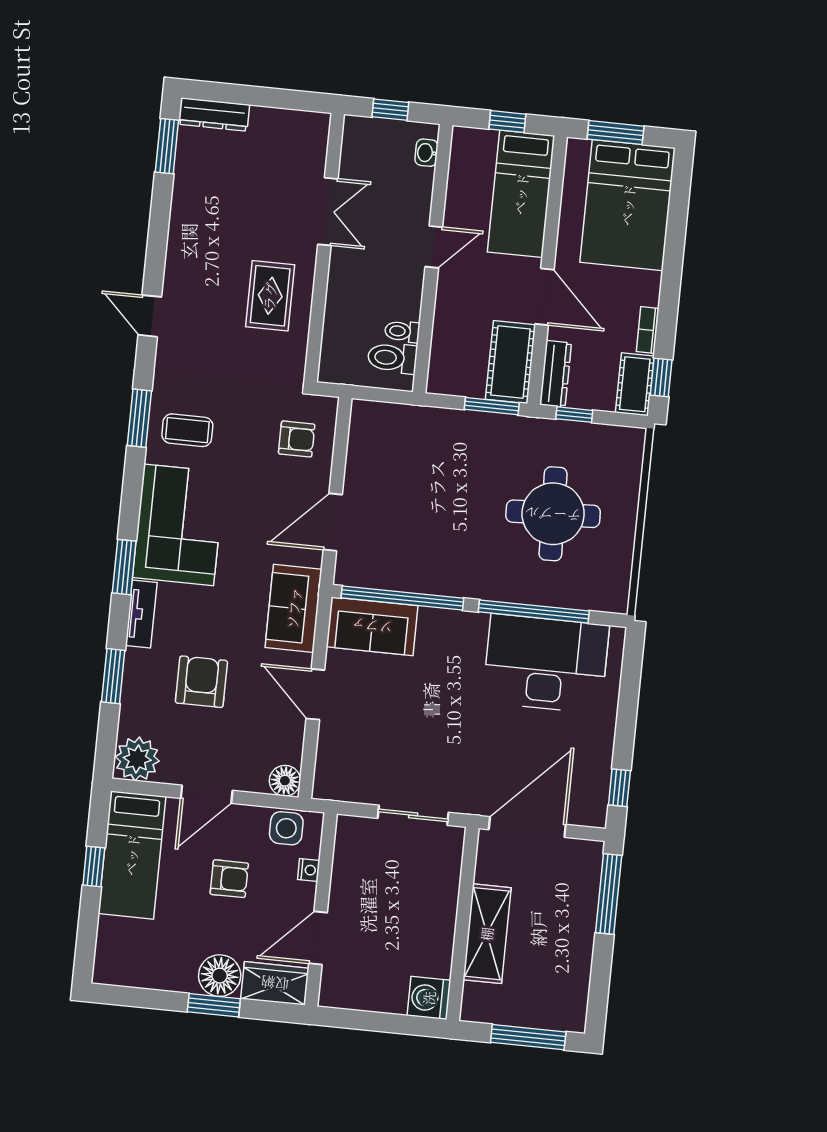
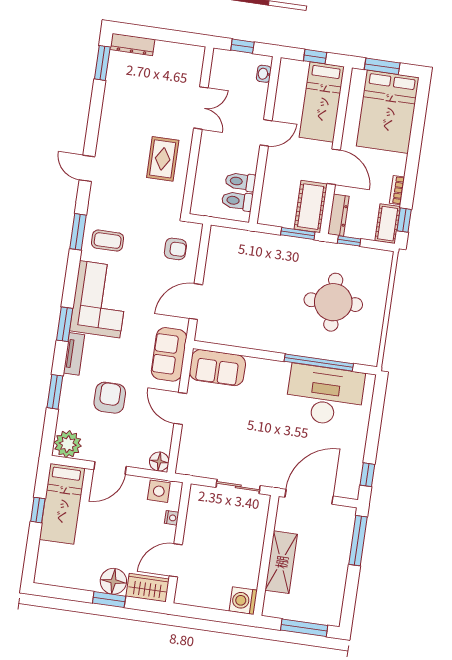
toilet: (402, 331) -> (240, 182), width x1.37, depth x1.39
window: (402, 598) -> (237, 351), removed
armchair: (229, 879) -> (122, 521), removed

